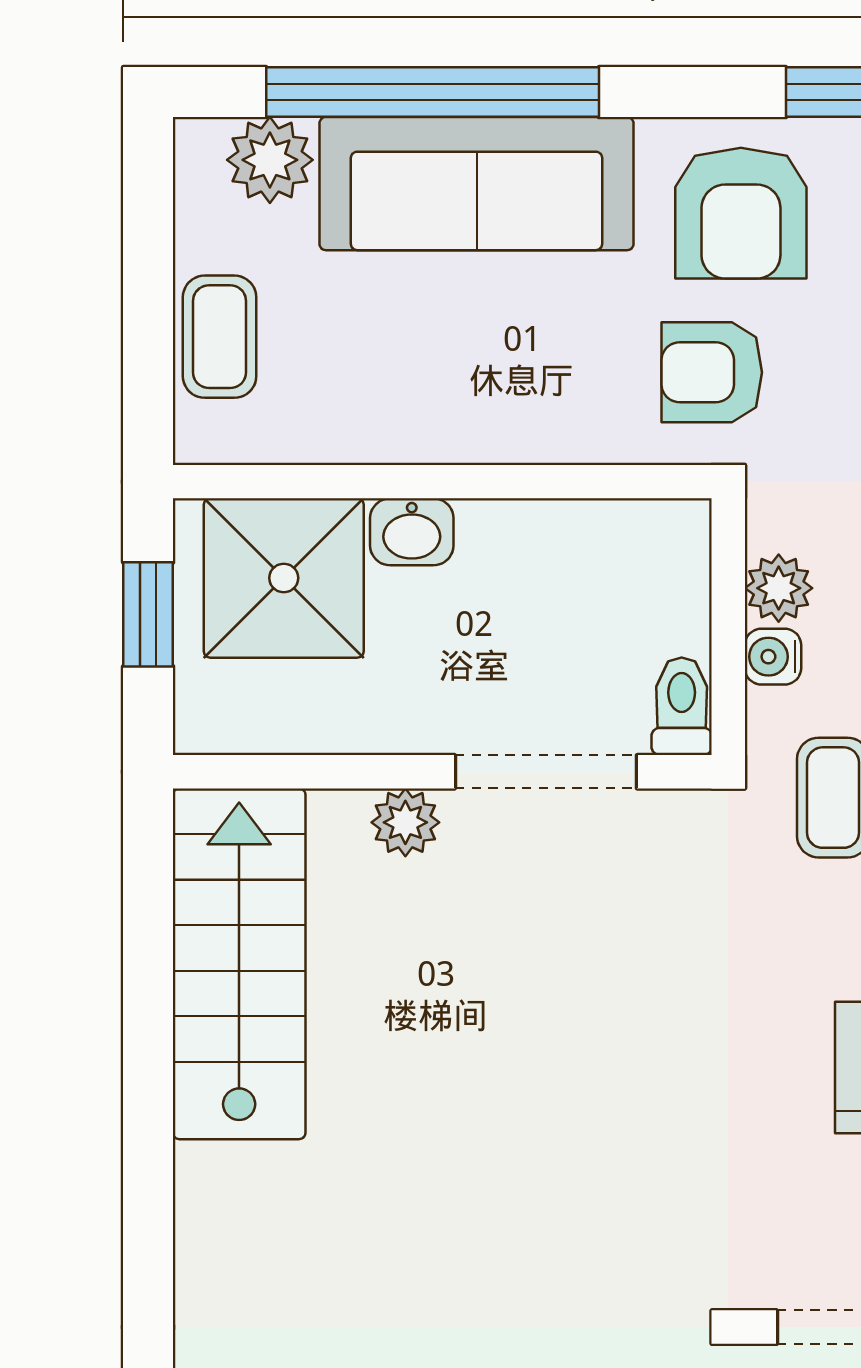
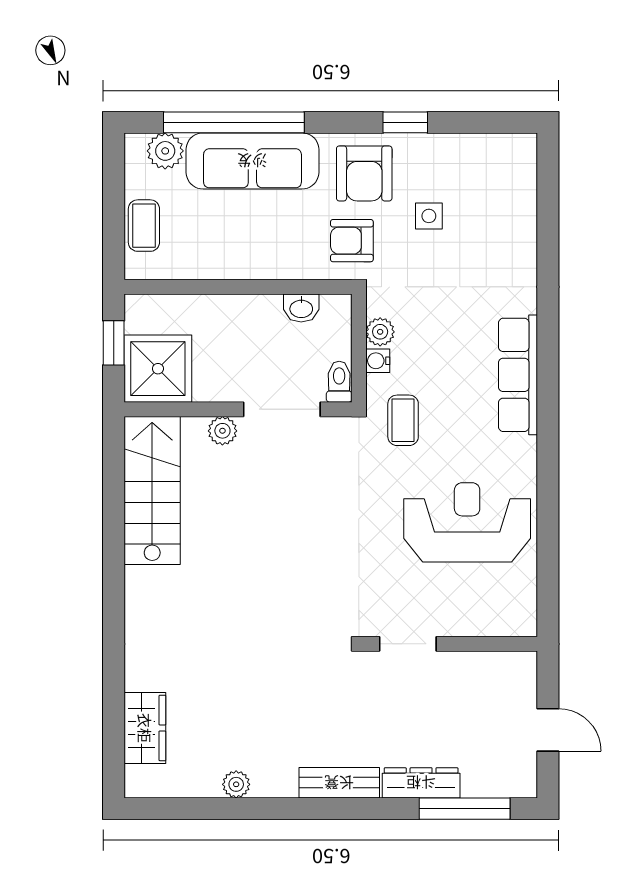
washbasin: (412, 532) -> (301, 308), moved
shower: (284, 578) -> (158, 369), moved

